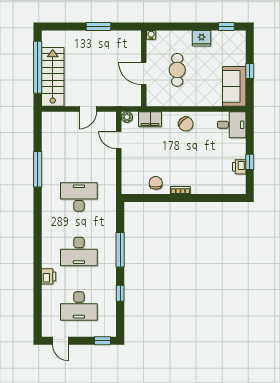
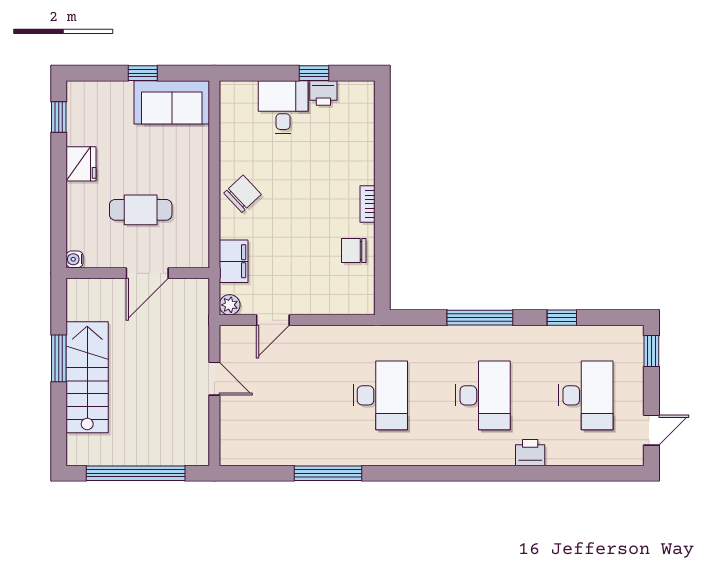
stairs: (53, 77) -> (87, 377), moved, turned 90
desk: (232, 125) -> (283, 107), moved
desk: (79, 197) -> (380, 395), turned 180

